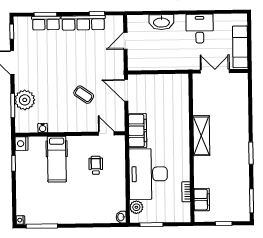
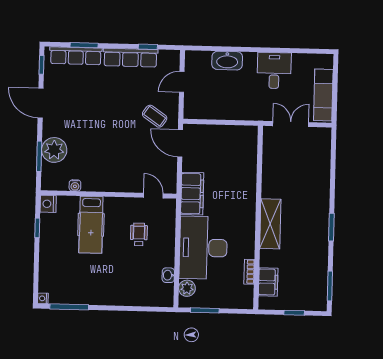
row of seats: (46, 23) -> (76, 56), width x1.48
coffee table: (84, 95) -> (155, 116), moved
shelving: (201, 136) -> (270, 224), moved
washbasin: (121, 217) -> (168, 275), moved

